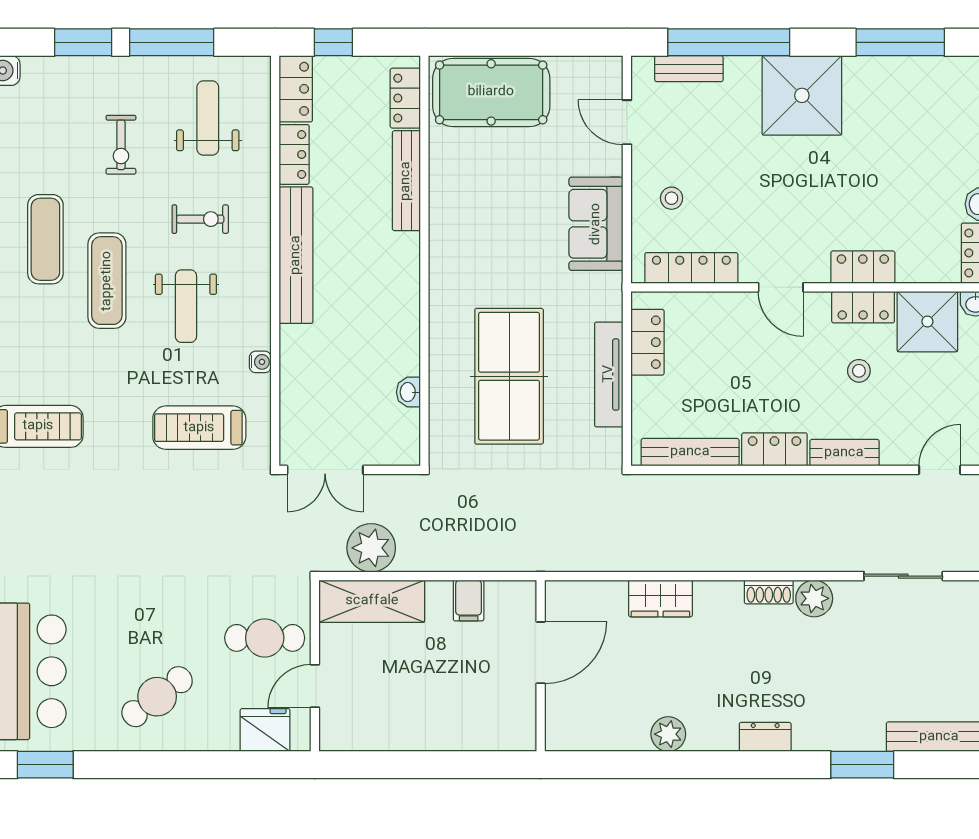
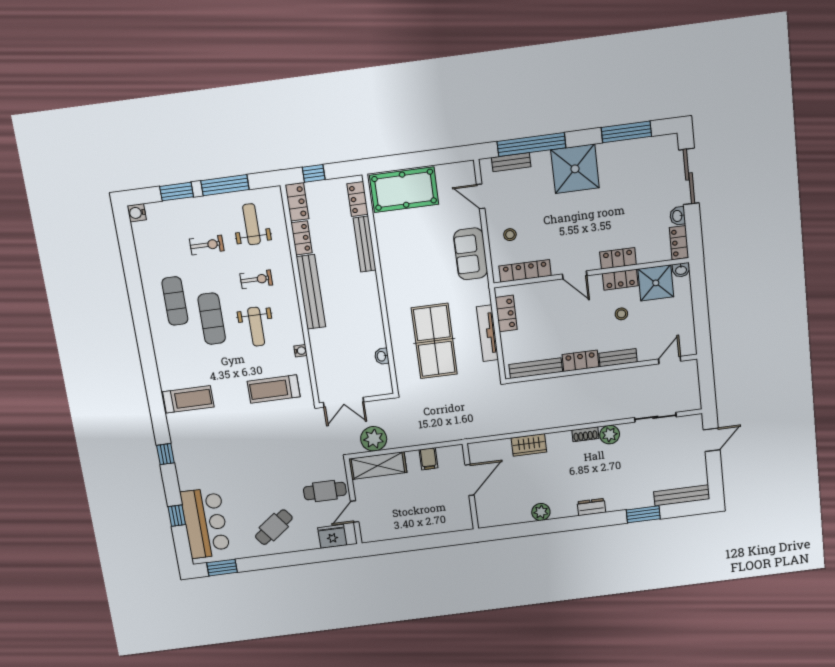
exercise bike: (121, 145) -> (207, 245), turned -90

